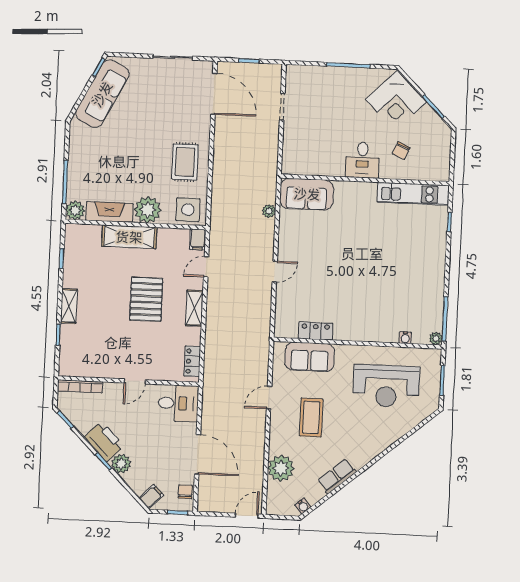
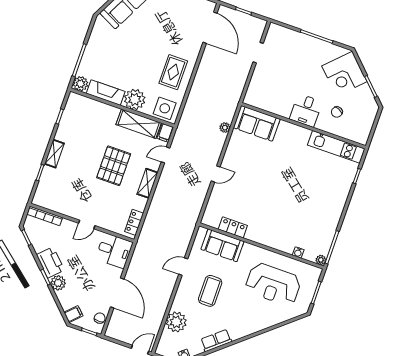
shelving: (129, 237) -> (139, 124), moved

